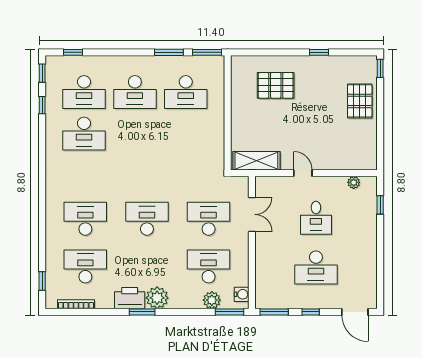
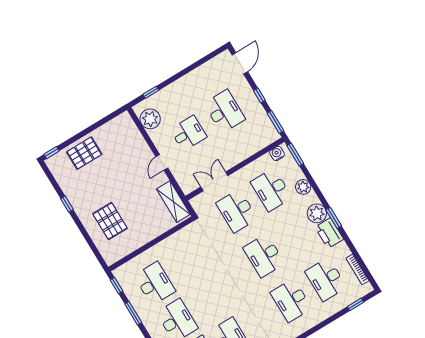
window: (207, 52) -> (116, 286), width x0.67
plant: (354, 182) -> (150, 119), width x1.88, depth x1.88
plant: (212, 300) -> (303, 187), moved

